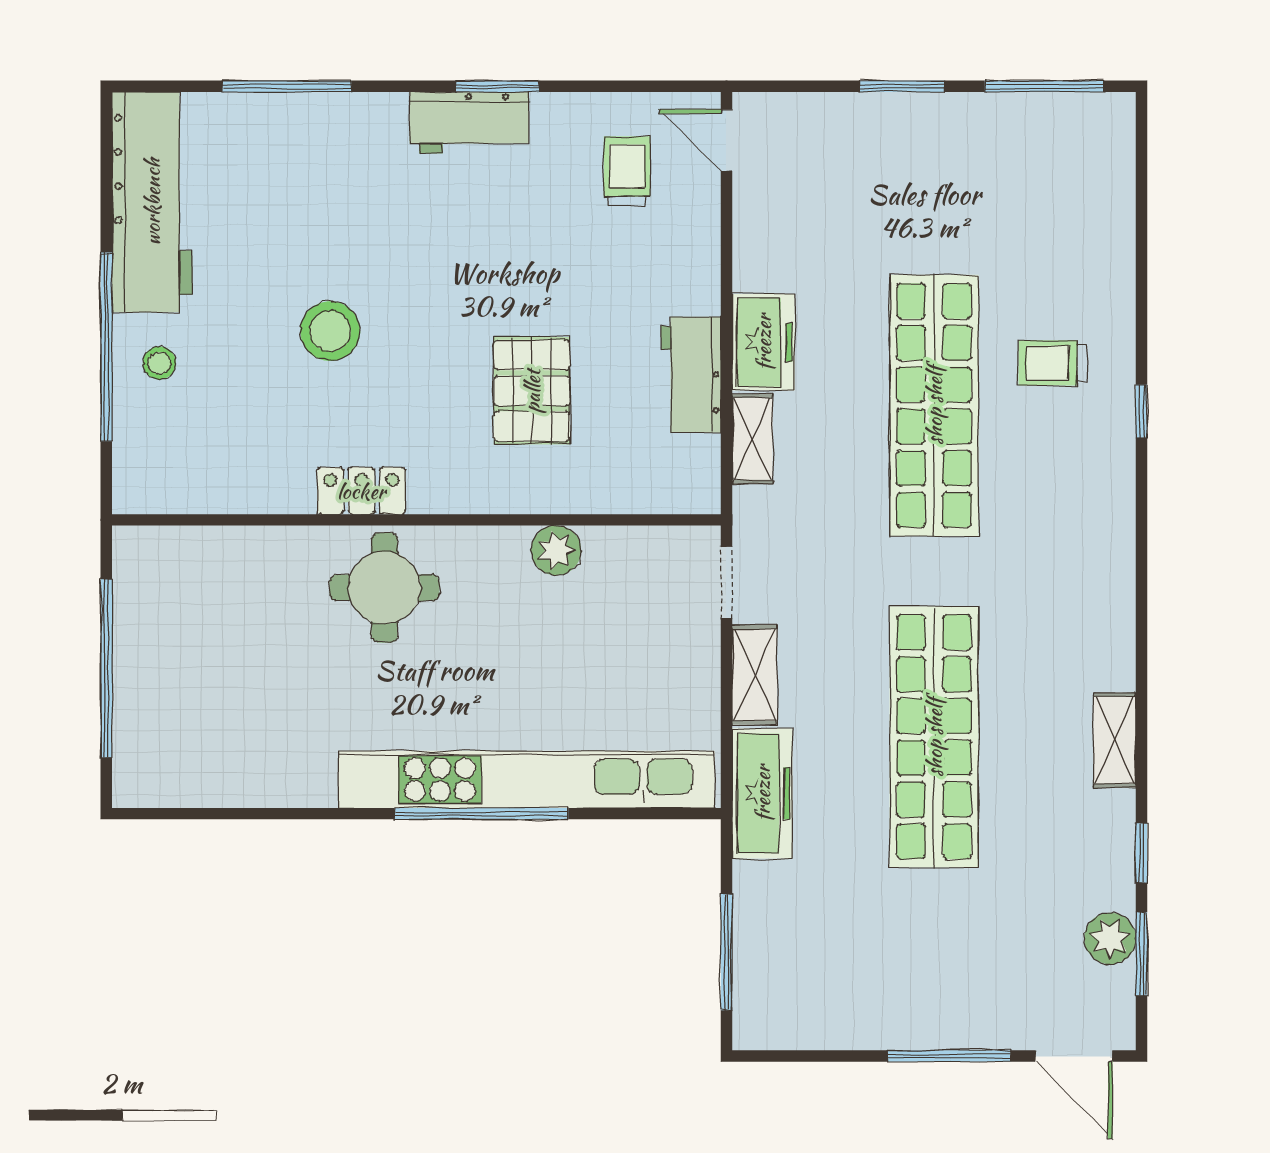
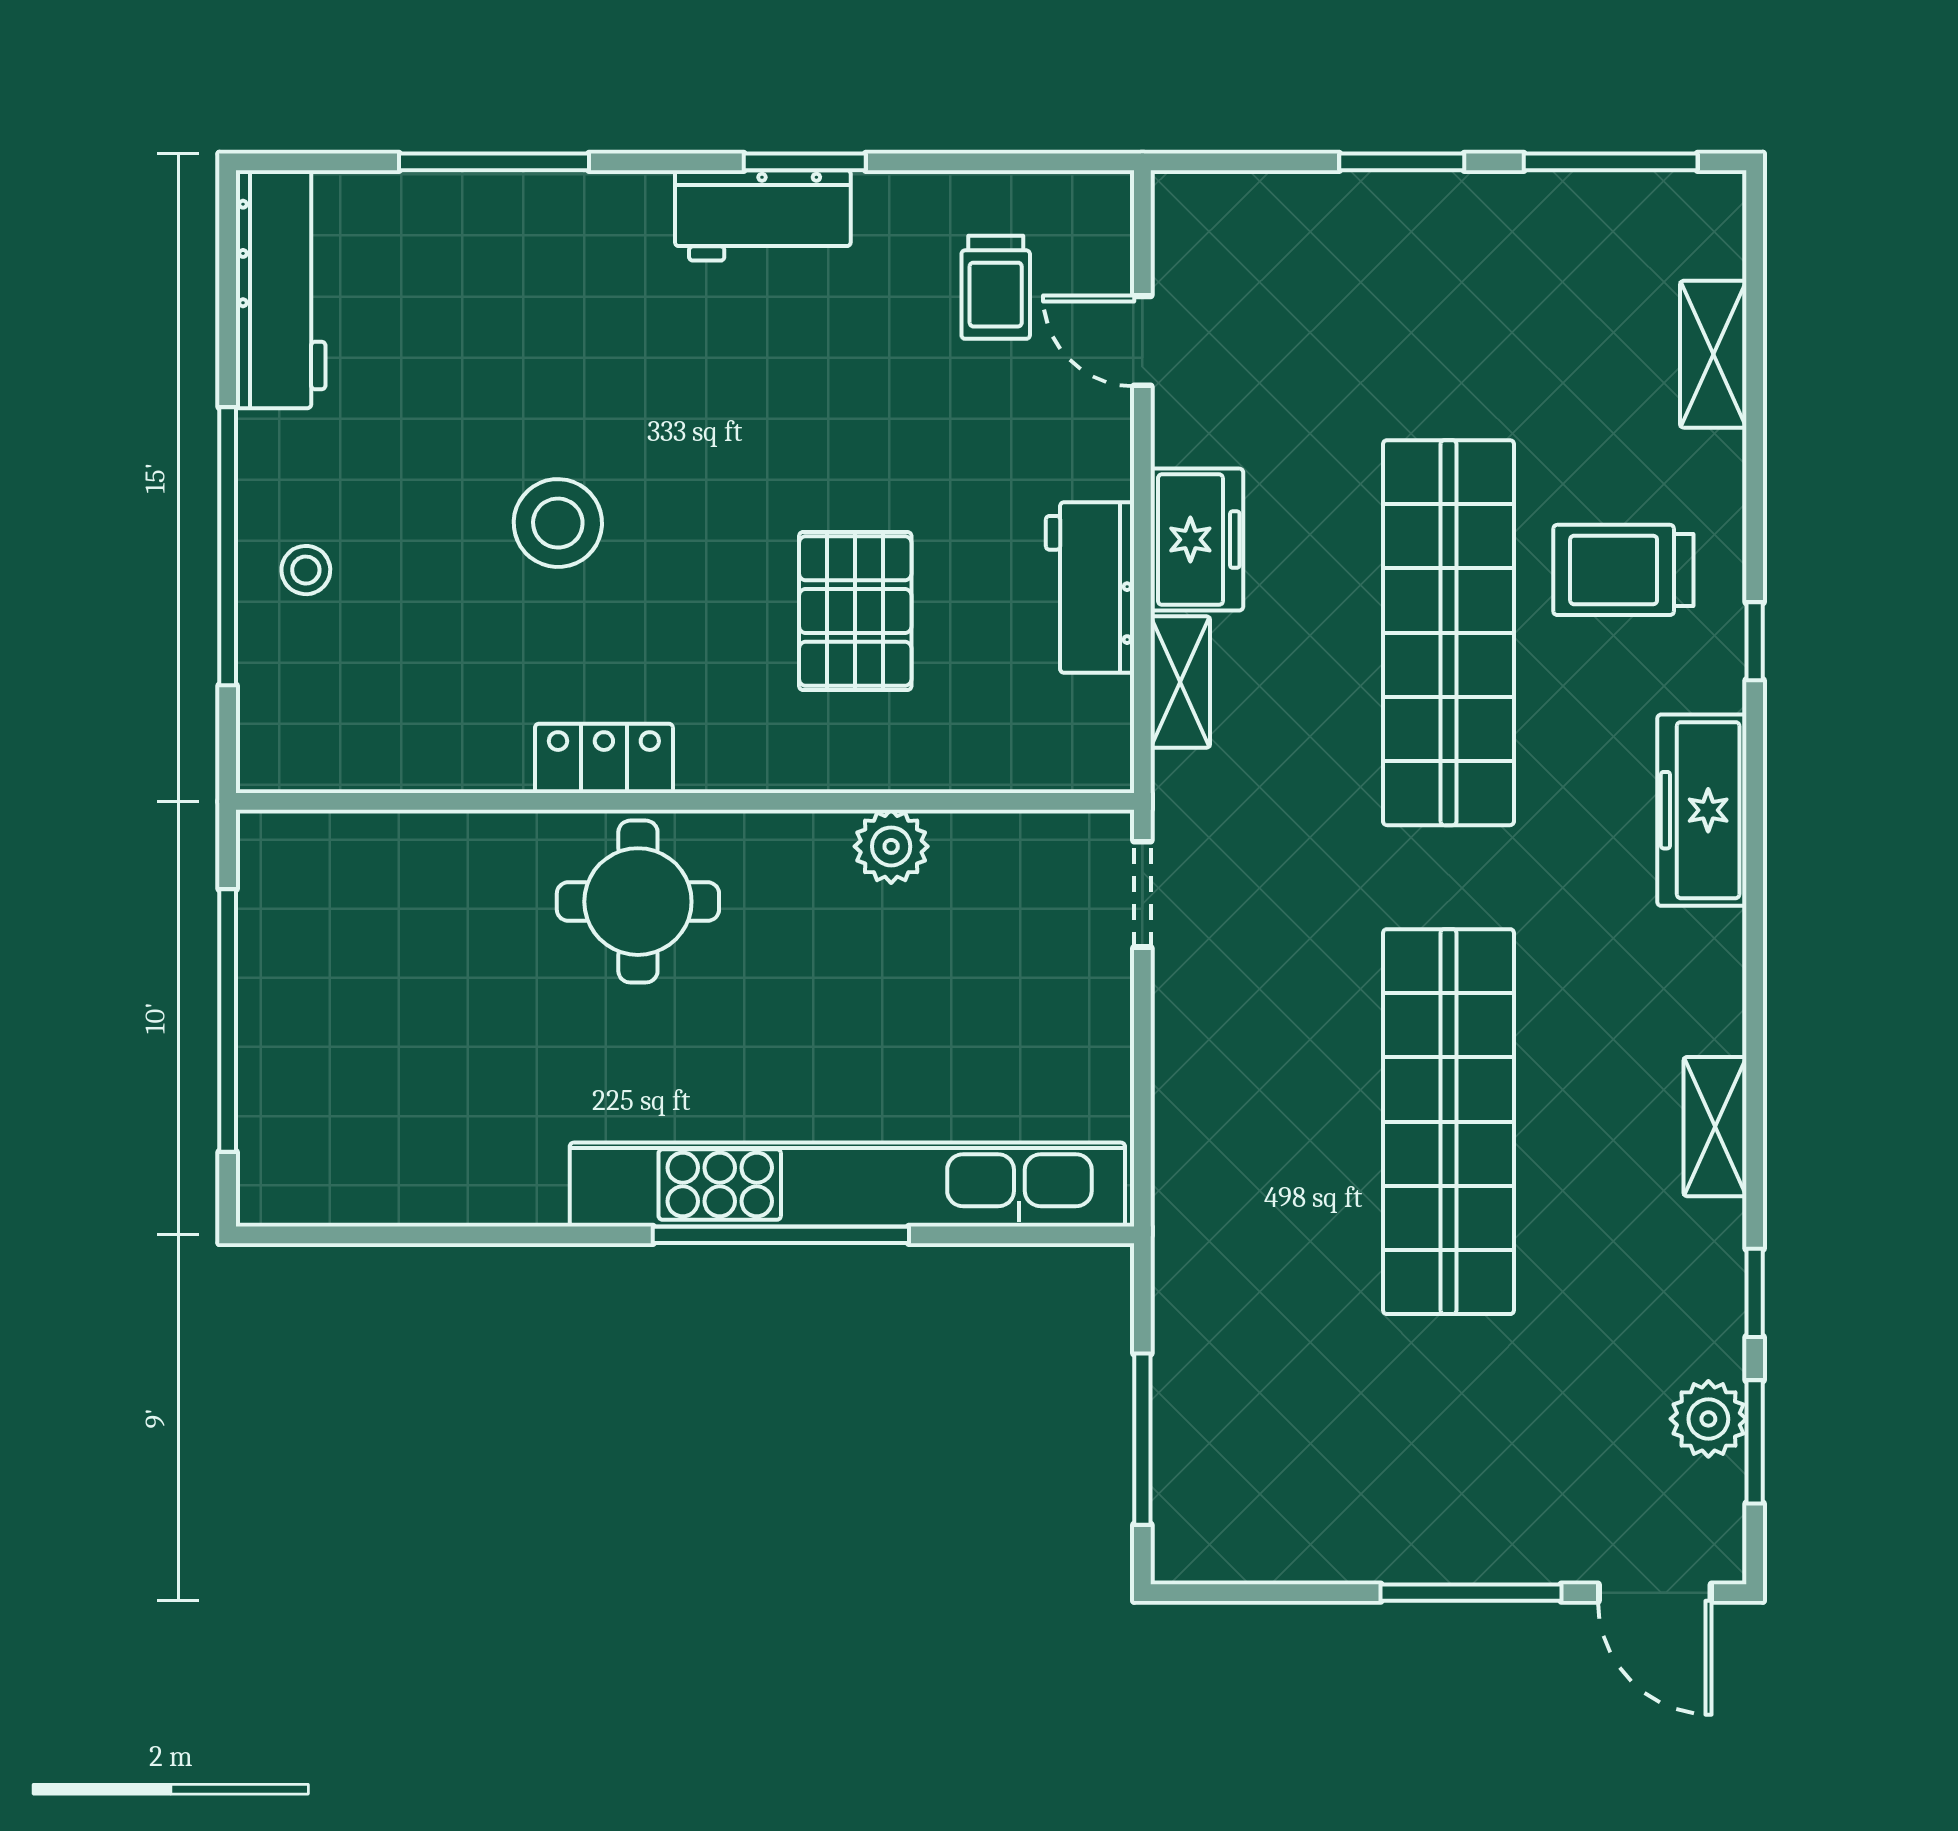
door: (726, 140) -> (1142, 341), moved
trolley: (627, 171) -> (996, 287), turned 180
workbench: (152, 202) -> (281, 289), width x0.73, depth x0.76
trolley: (1053, 363) -> (1623, 570), width x1.36, depth x1.39
shelving: (755, 675) -> (1713, 354), moved
freezer: (762, 793) -> (1702, 810), moved, turned 180

